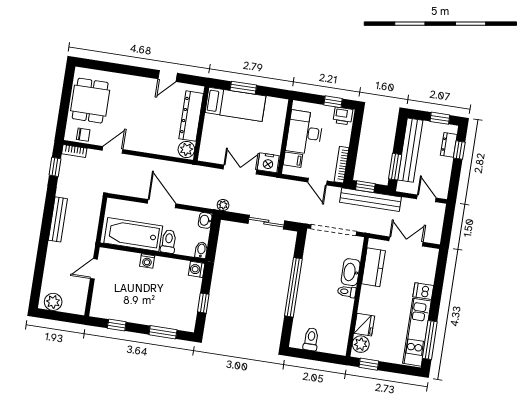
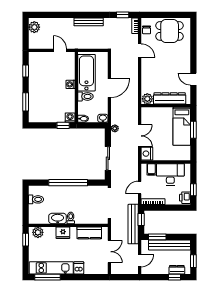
washbasin: (351, 272) -> (58, 218), moved
window: (203, 303) -> (63, 125), moved
fridge: (364, 325) -> (63, 233), moved

